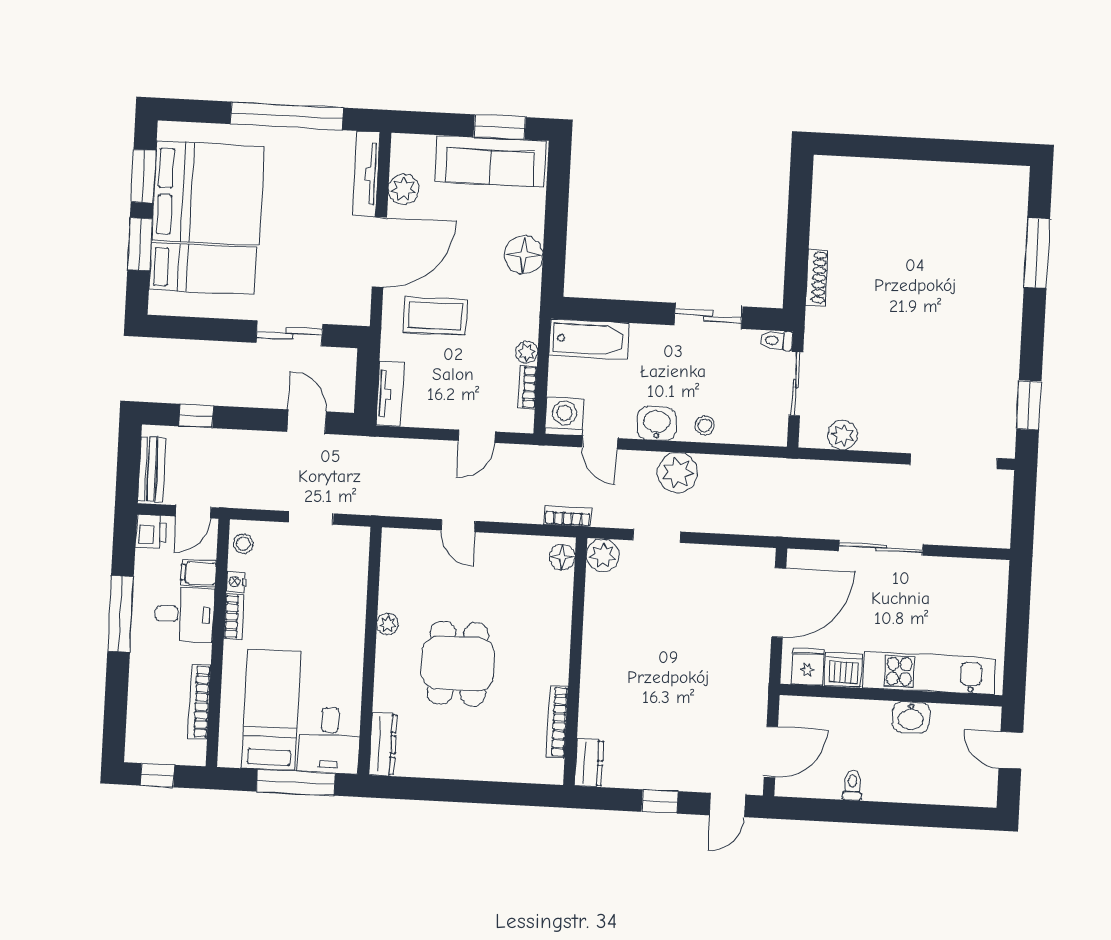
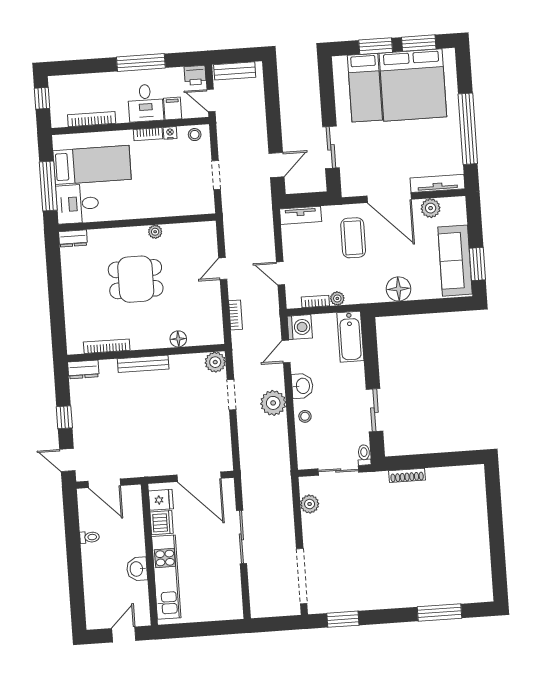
window: (196, 416) -> (272, 95), removed
bookcase: (568, 516) -> (235, 315), moved
floor lamp: (562, 557) -> (178, 339), moved
bench: (592, 668) -> (143, 364), added
dresser: (383, 744) -> (73, 238), width x0.70

